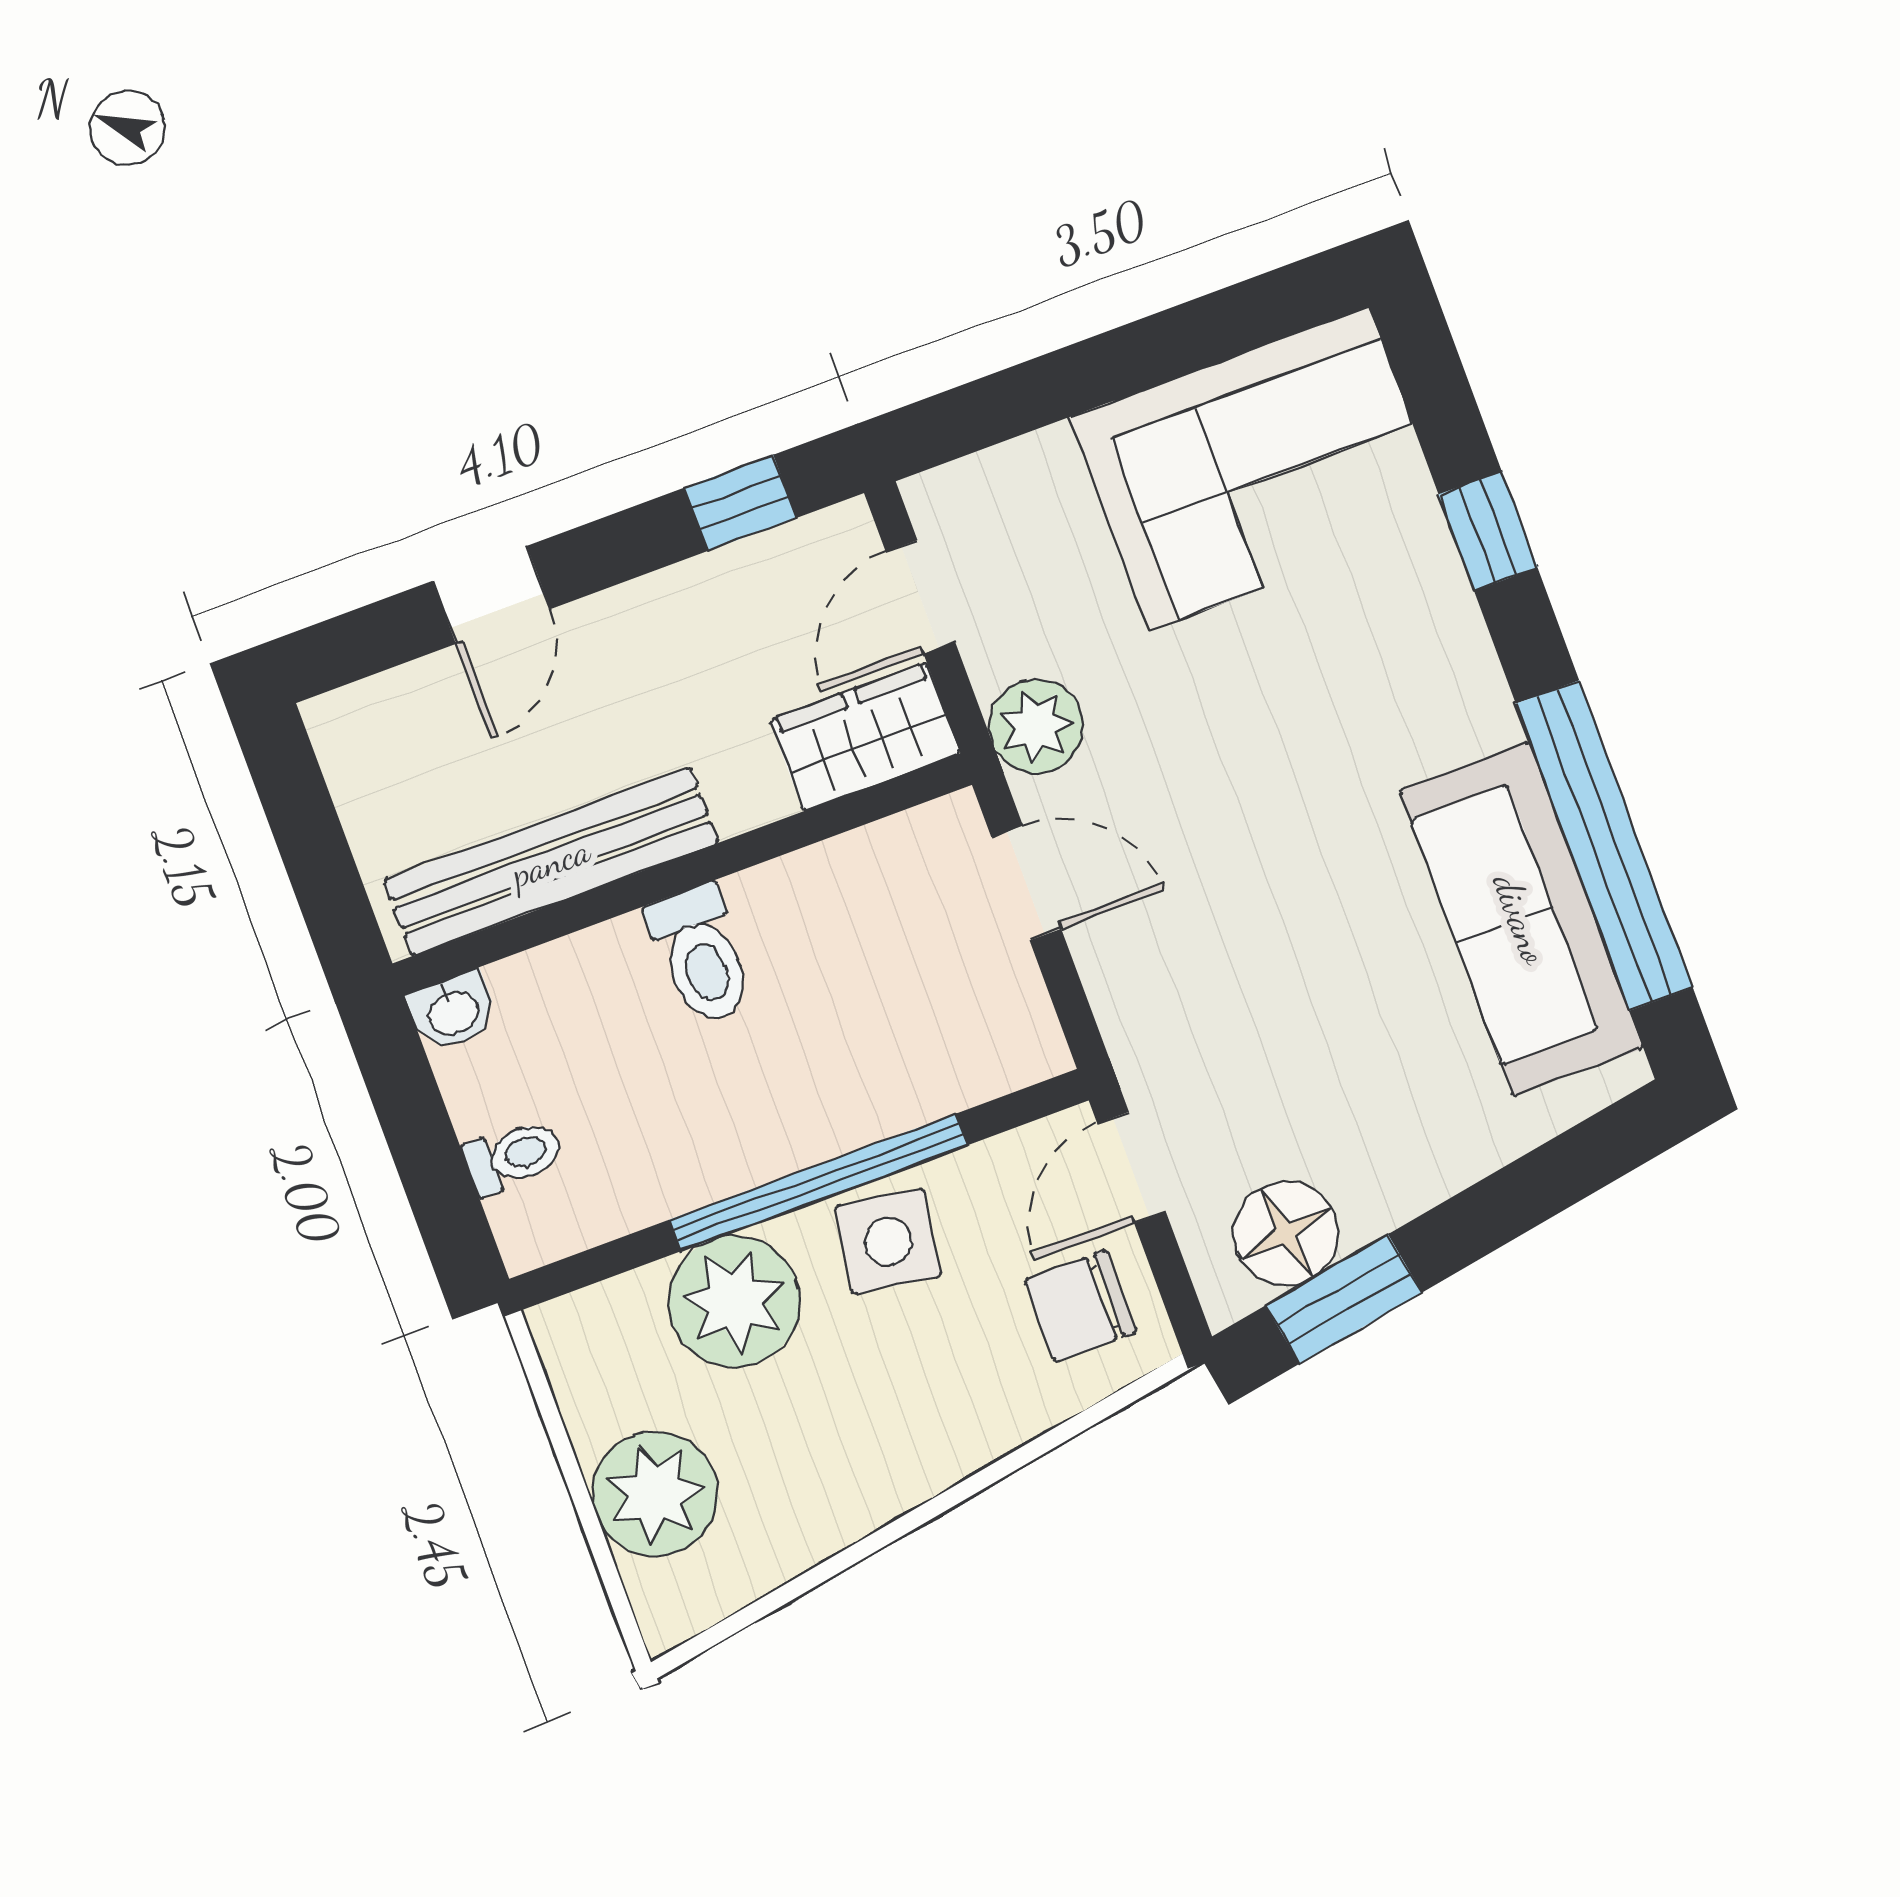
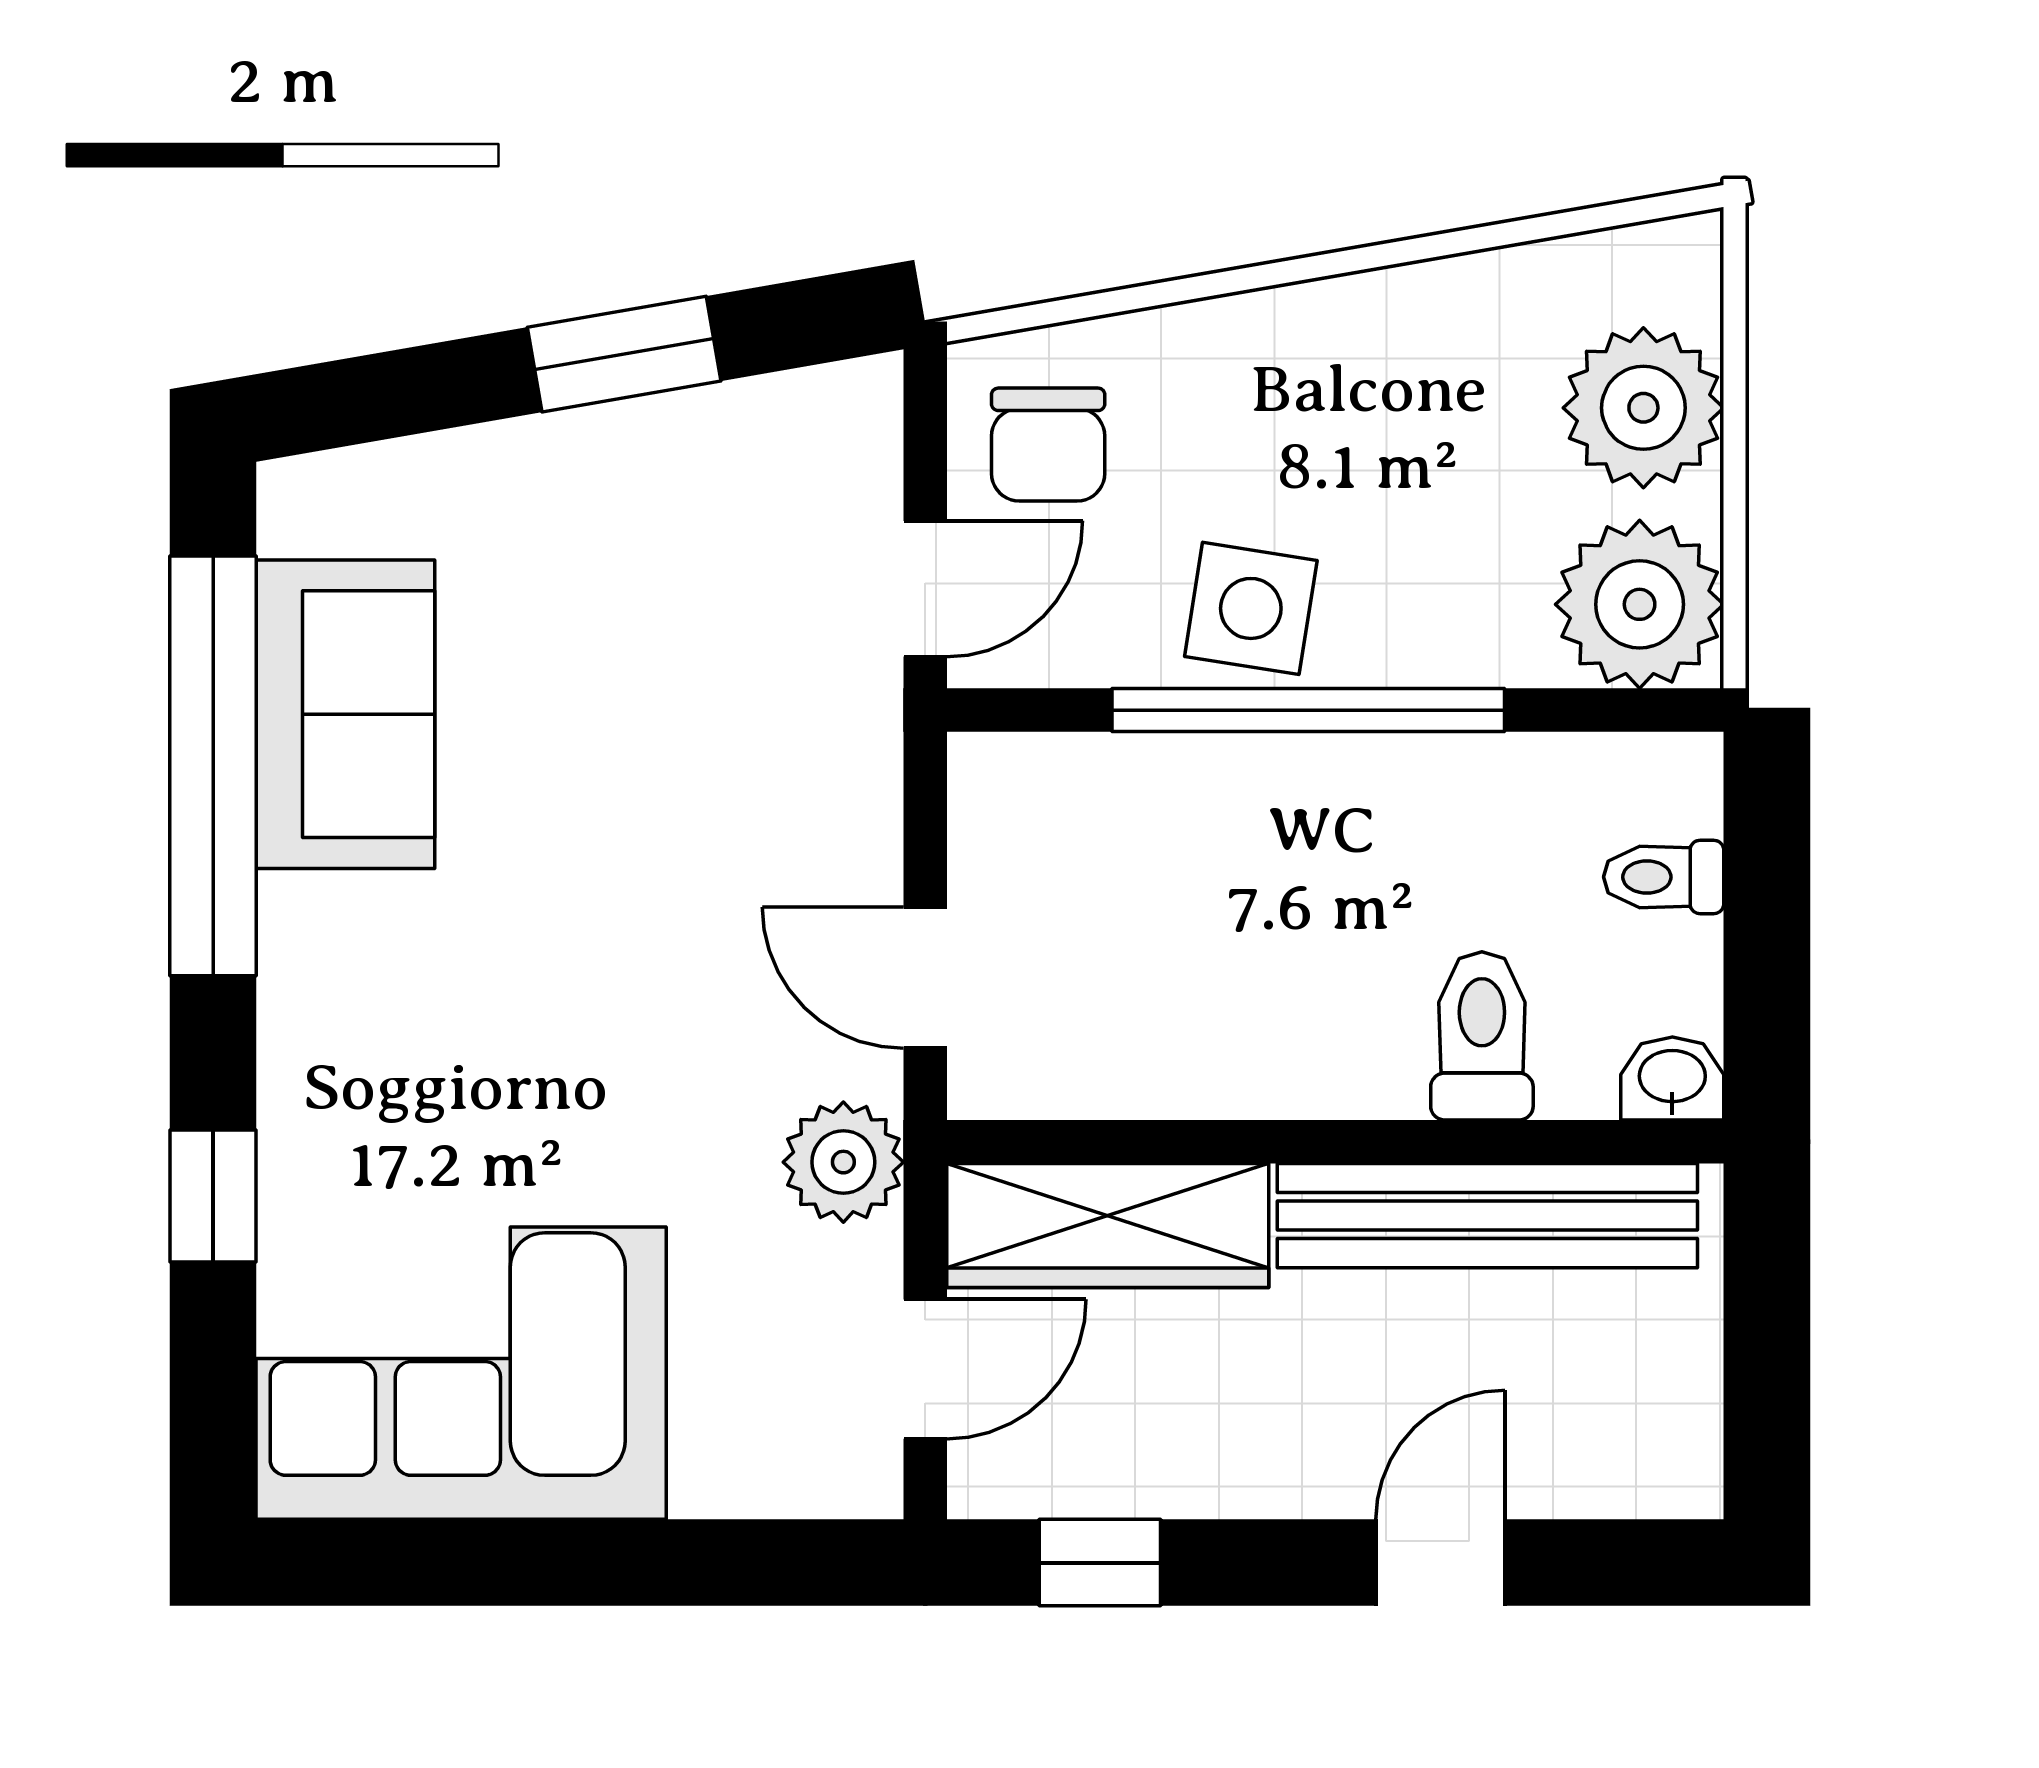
wardrobe: (865, 737) -> (1108, 1226), width x1.50
sofa: (1521, 919) -> (345, 714), width x0.73
toilet: (701, 955) -> (1482, 1036), moved
floor lamp: (1286, 1233) -> (769, 441), removed
window: (1344, 1299) -> (624, 354), moved
plant: (734, 1301) -> (1640, 604), moved
chair: (1081, 1306) -> (1048, 445), turned 90

